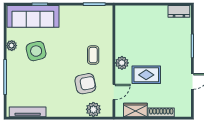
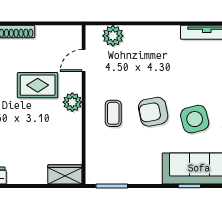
armchair: (85, 84) -> (153, 112), moved
wardrobe: (135, 110) -> (65, 174), moved, turned 180

